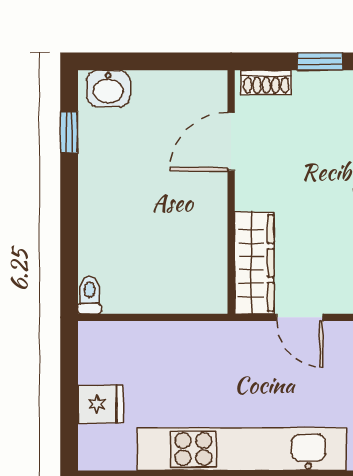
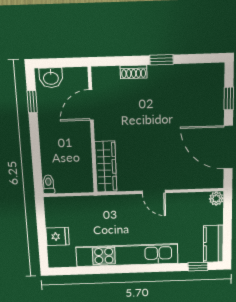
door: (231, 142) -> (91, 105), moved
wall: (231, 192) -> (92, 131), moved
wardrobe: (254, 263) -> (106, 167), moved

